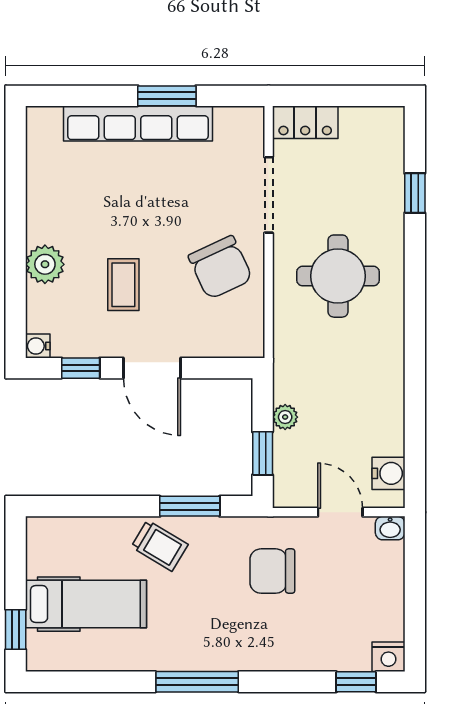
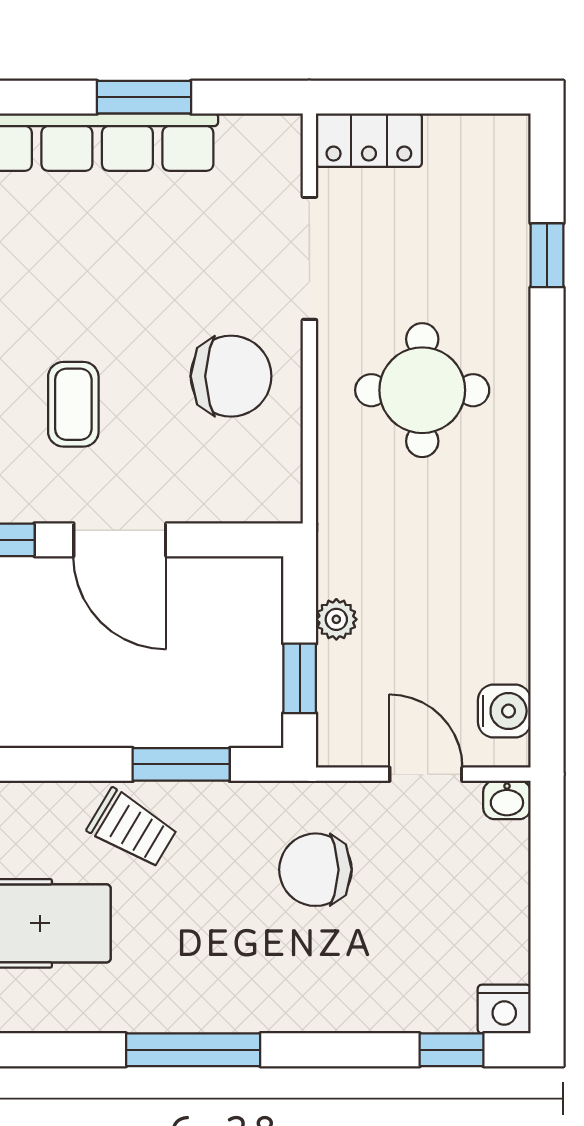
chair: (220, 267) -> (231, 376), turned -65

